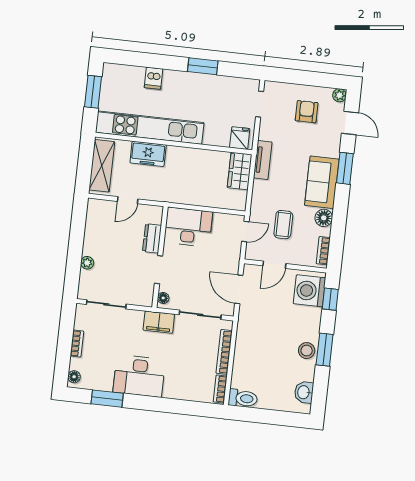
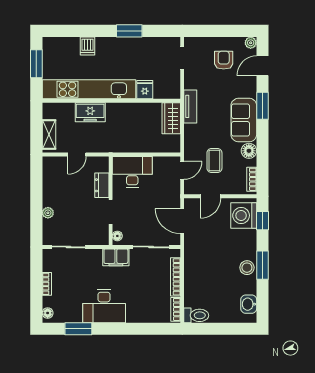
door: (350, 123) -> (262, 66), swing flipped
fridge: (240, 138) -> (145, 90), moved
shelving: (102, 166) -> (49, 135), width x0.67, depth x0.75

